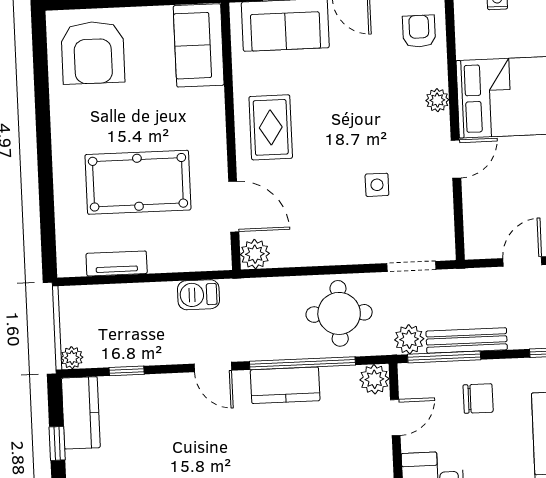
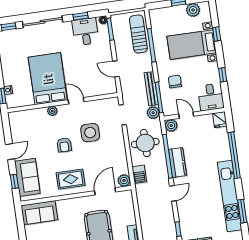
armchair: (419, 31) -> (64, 145), moved, turned -90
side table: (377, 185) -> (90, 133), width x1.87, depth x1.87
barbecue: (198, 295) -> (139, 174), moved

